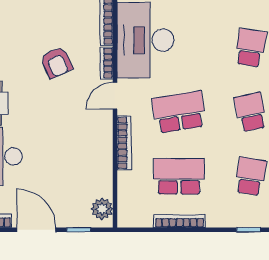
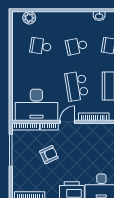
door: (115, 96) -> (67, 122), swing flipped

